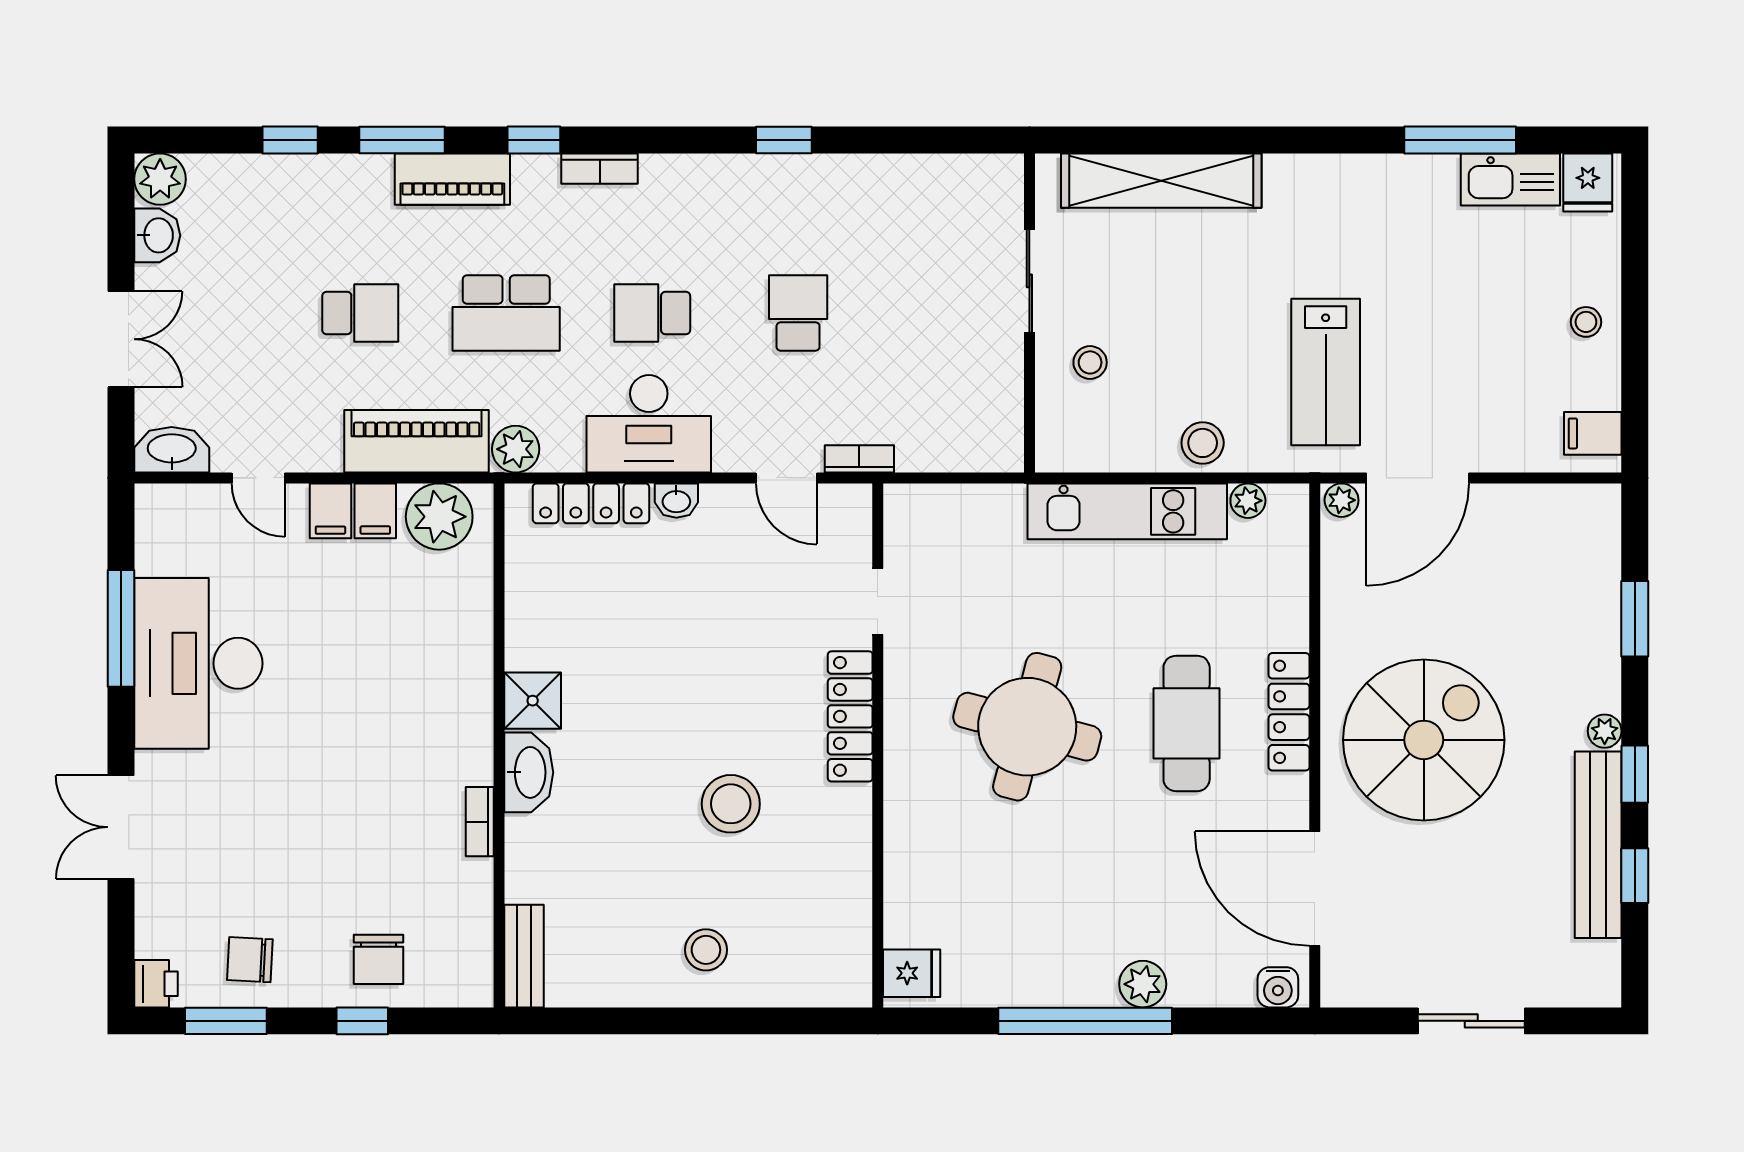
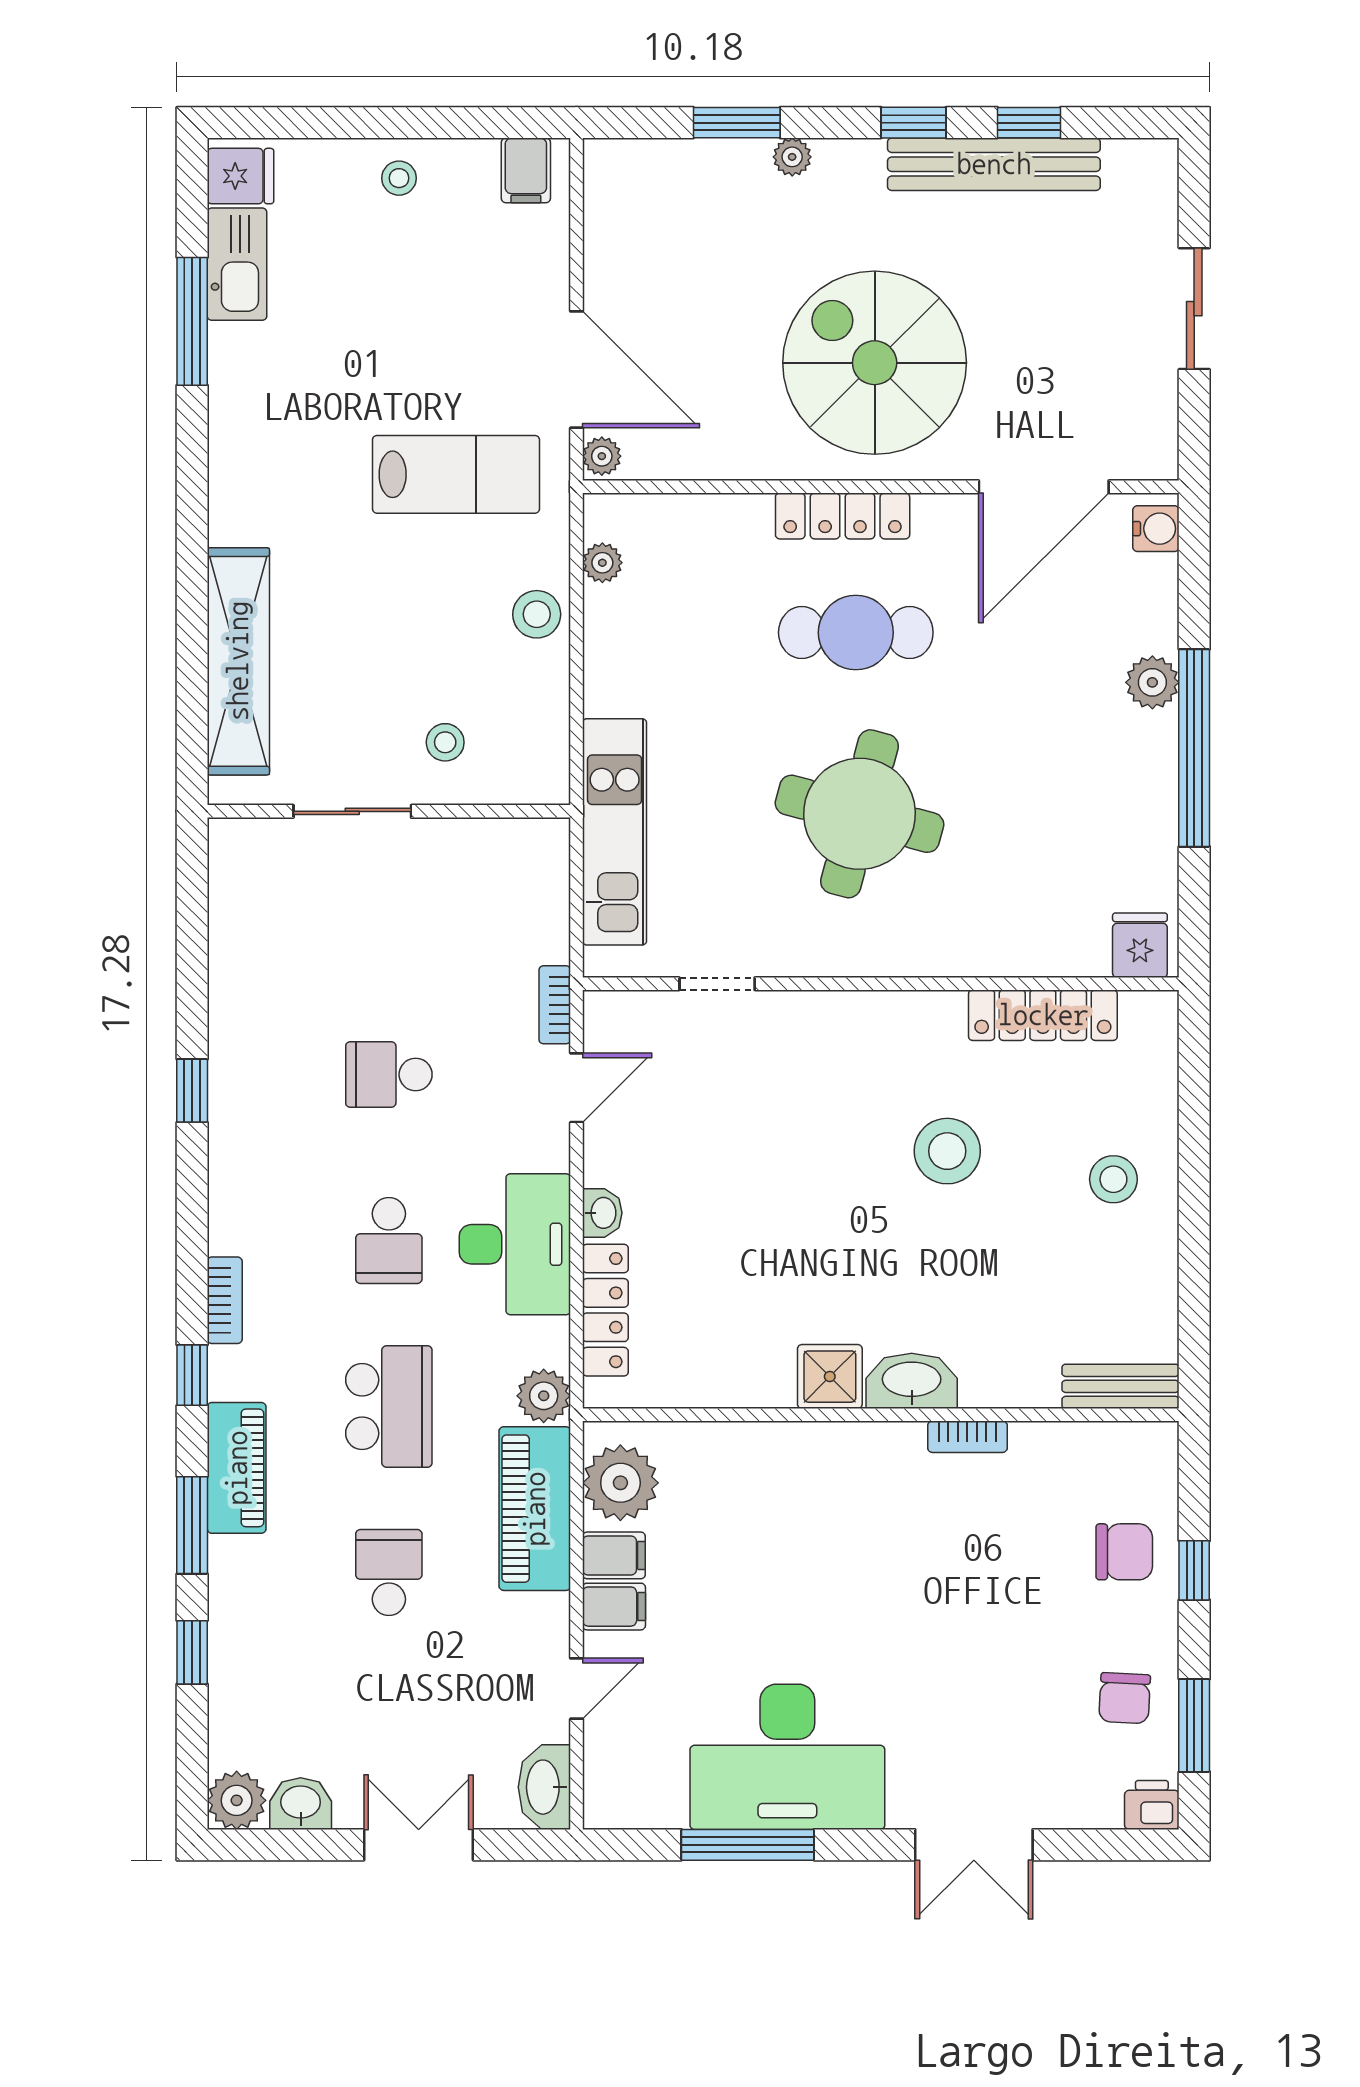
kitchen unit: (1127, 511) -> (615, 832), moved
locker: (850, 716) -> (1043, 1015), moved
plant: (1605, 731) -> (792, 157), moved

